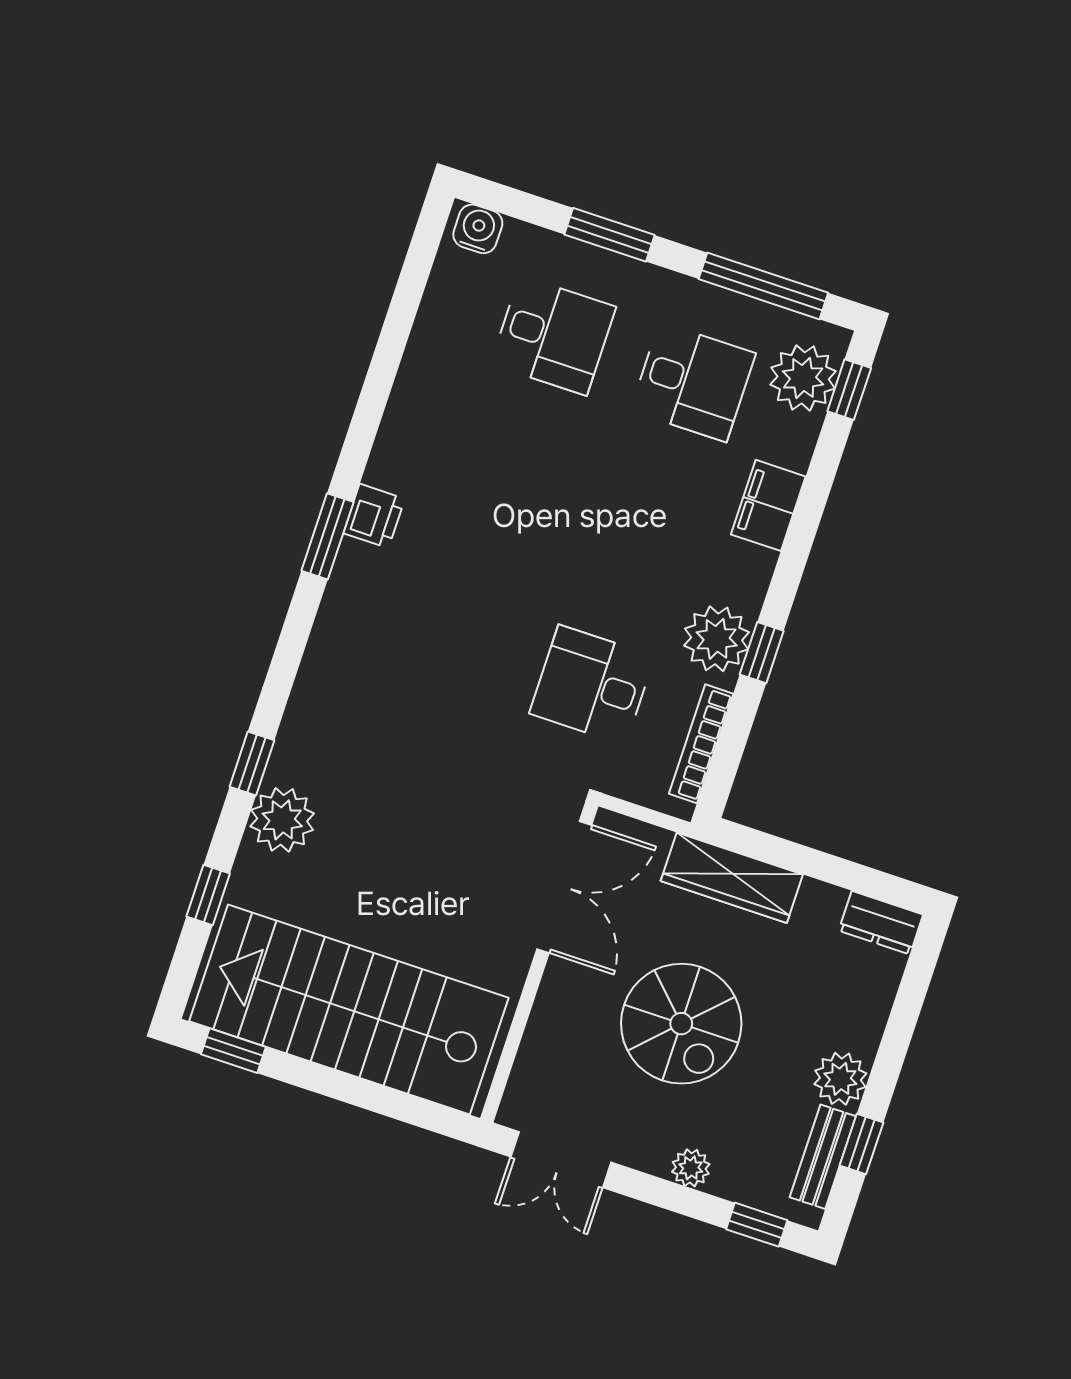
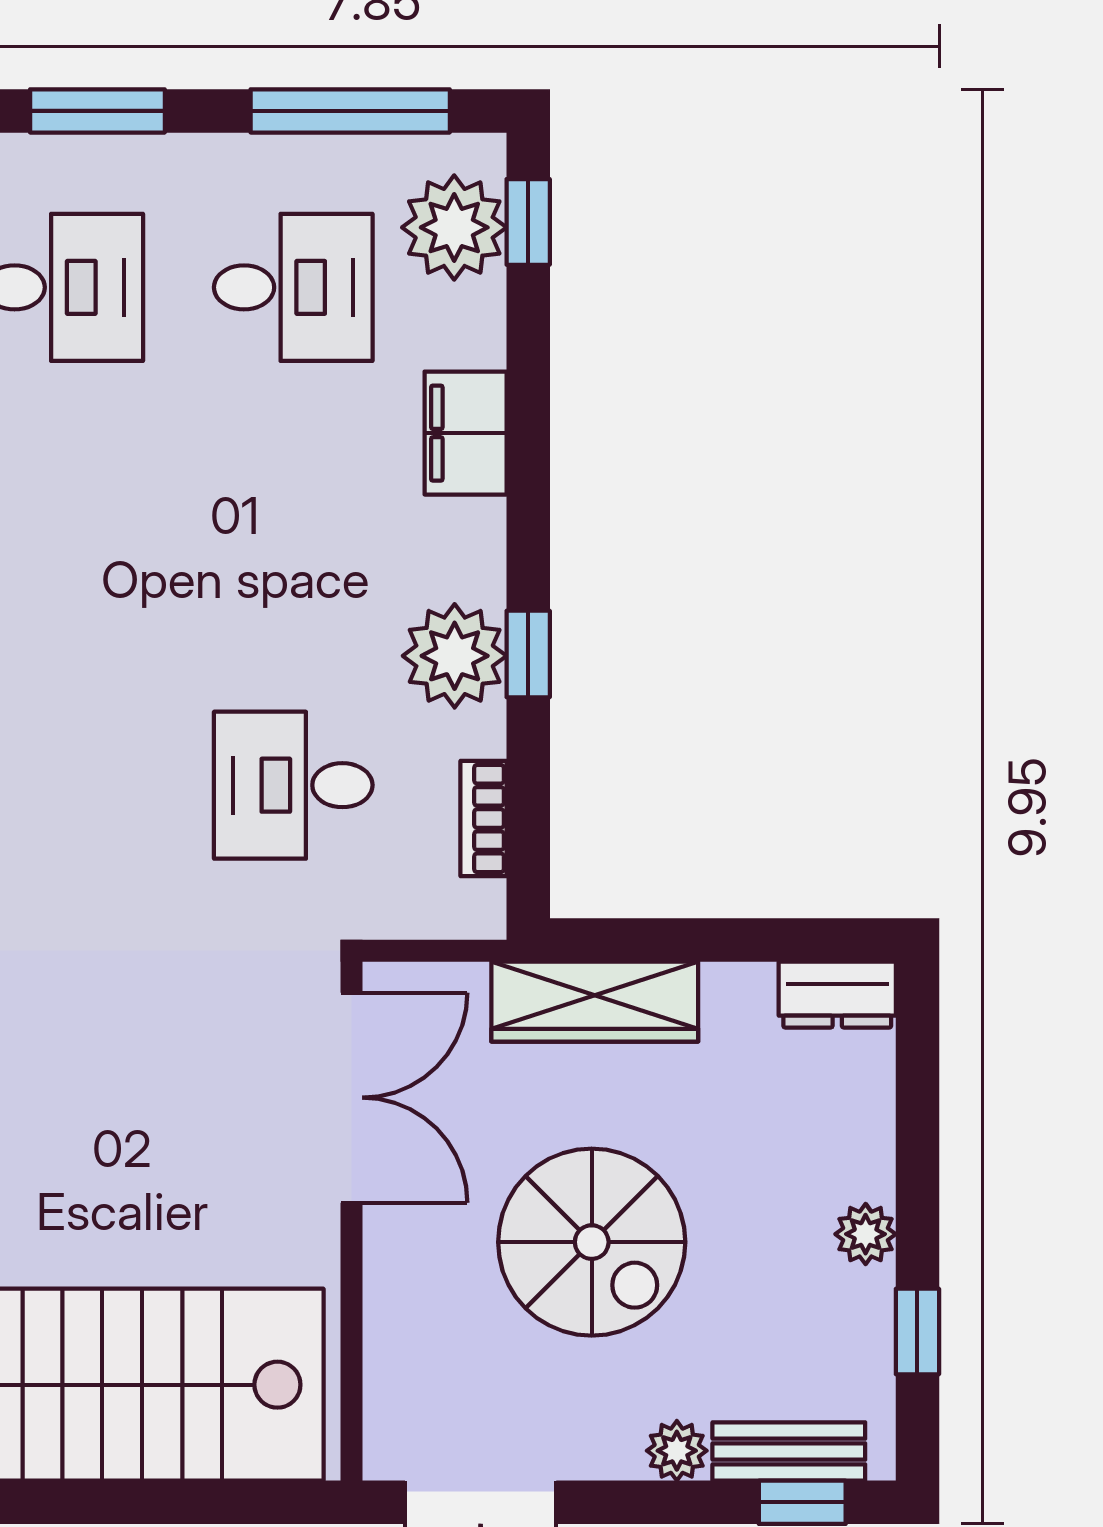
bookcase: (701, 744) -> (483, 819), width x0.64
plant: (840, 1079) -> (866, 1234), width x0.73, depth x0.73
bench: (823, 1157) -> (789, 1451), moved, turned 90

